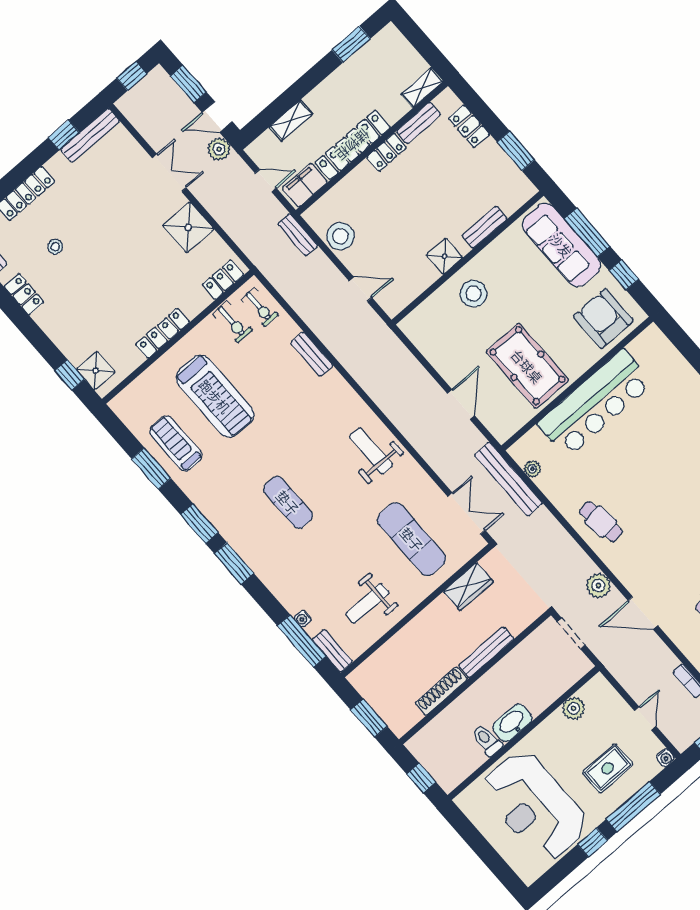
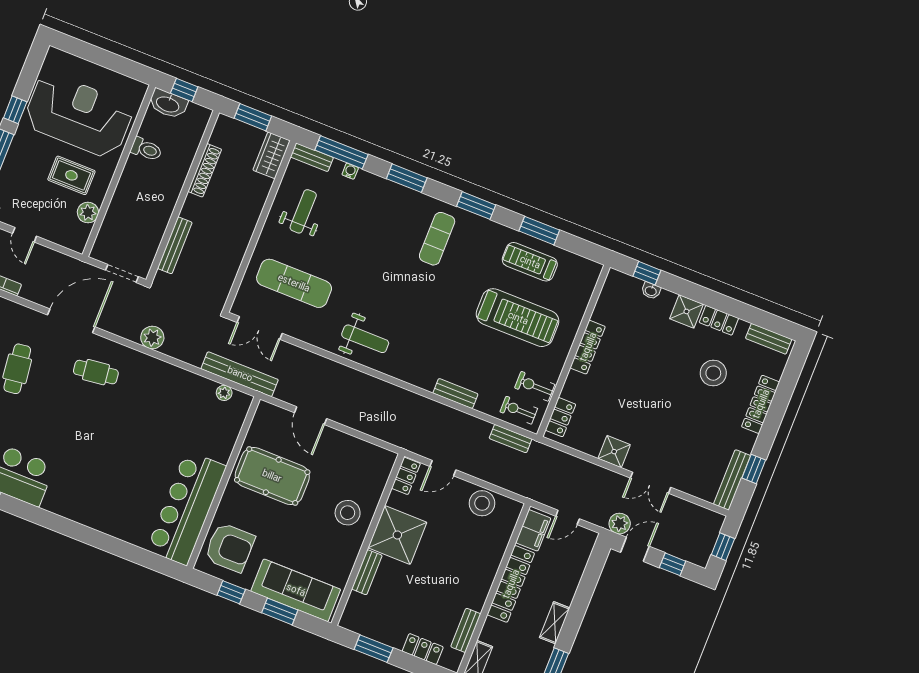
window: (188, 84) -> (673, 564), width x0.67
shelving: (291, 120) -> (555, 623), moved
locker: (387, 152) -> (406, 476), moved, turned 180
shower: (188, 227) -> (614, 452), width x0.73, depth x0.73
window: (587, 233) -> (280, 611), width x0.69
bench: (298, 235) -> (511, 439), moved
stool: (55, 247) -> (713, 373), width x1.89, depth x1.89
shower: (444, 256) -> (397, 535), width x1.86, depth x1.86
washbasin: (74, 356) -> (651, 291), added
shower: (96, 371) -> (686, 311), moved
treadmill: (215, 396) -> (518, 318), turned 180
bar counter: (595, 403) -> (187, 508), moved
treadmill: (176, 443) -> (530, 262), turned 180
exercise mat: (288, 502) -> (437, 239), moved, turned 90
cafe table: (601, 522) -> (96, 372), moved
window: (234, 563) -> (407, 178), moved
plant: (598, 586) -> (152, 338), moved
wardrobe: (468, 587) -> (271, 155), moved
door: (643, 613) -> (71, 321), width x1.36
bench: (486, 652) -> (175, 245), moved
washbasin: (512, 723) -> (168, 104), moved, turned 90
rug: (608, 768) -> (71, 175), moved, turned 90

